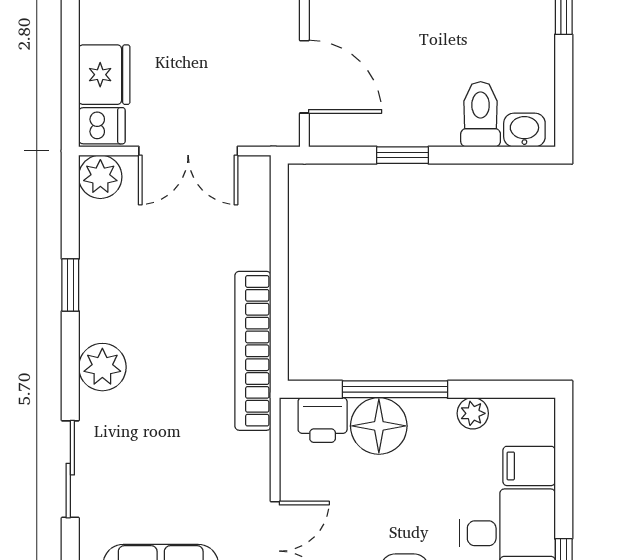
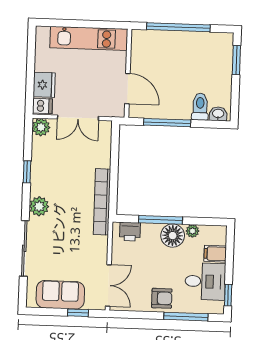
window: (403, 155) -> (167, 123), width x2.17
floor lamp: (379, 426) -> (173, 236), moved
sliding door: (70, 469) -> (24, 248), width x1.37

